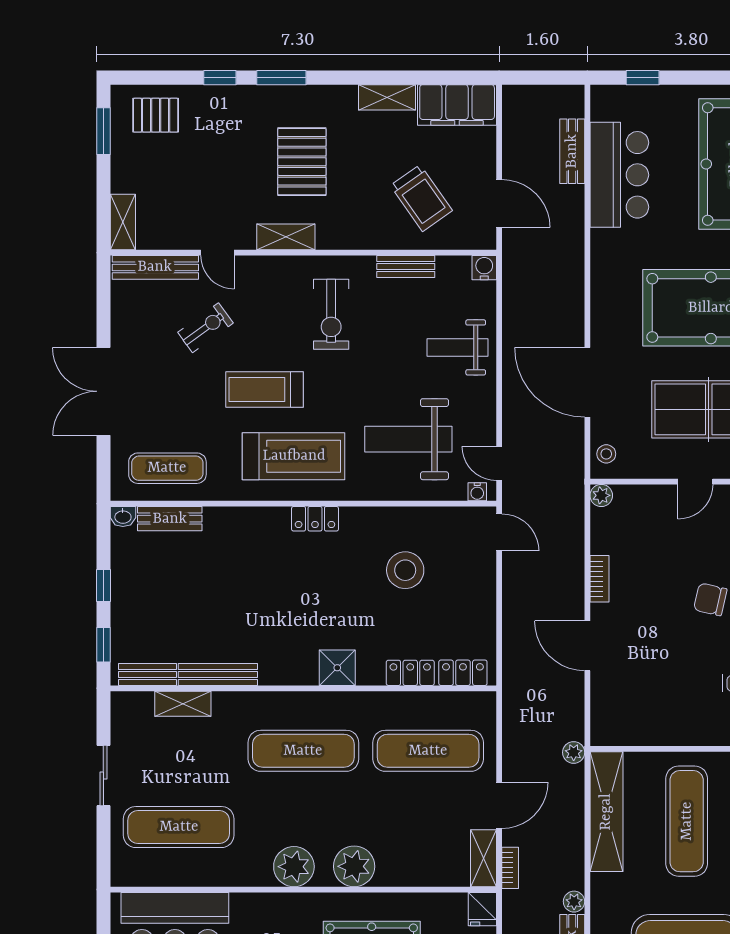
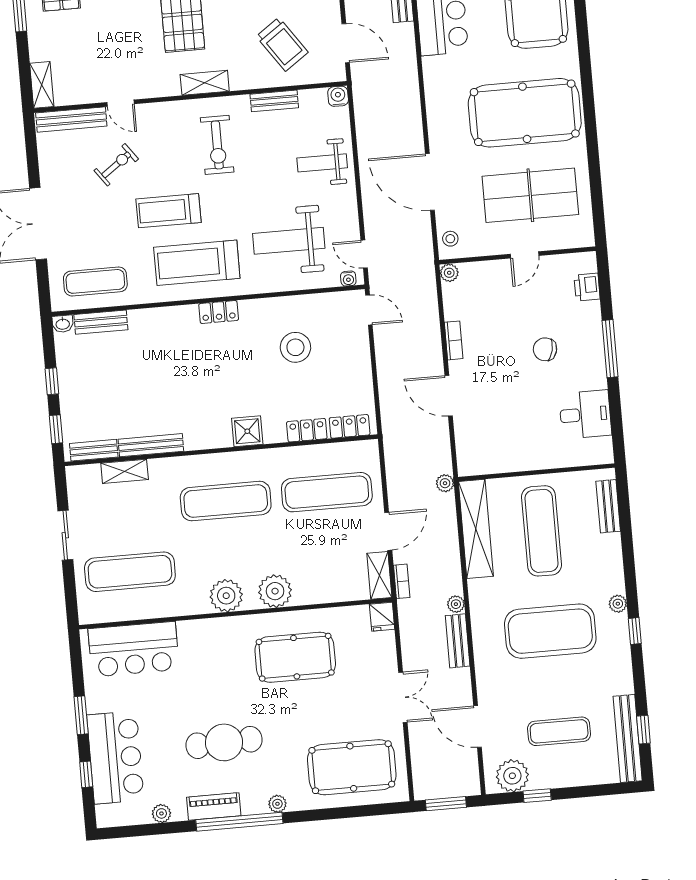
shelving: (286, 237) -> (205, 83), moved
treadmill: (294, 456) -> (197, 263), turned 180

